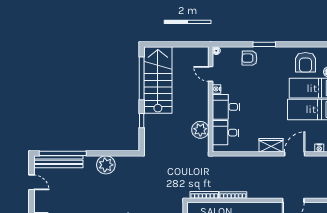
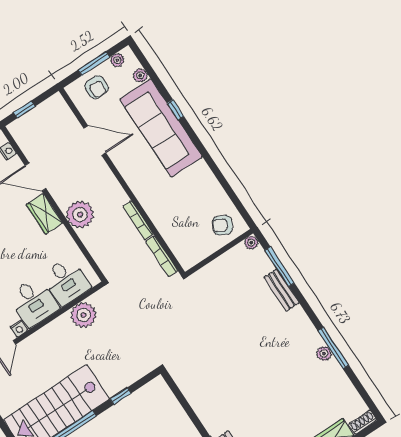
plant: (106, 165) -> (80, 215), moved

